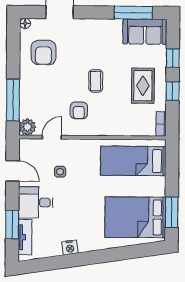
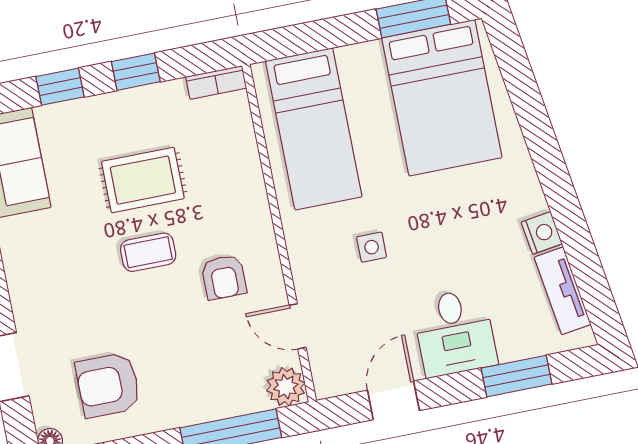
armchair: (43, 53) -> (108, 385), turned 180
rug: (143, 86) -> (143, 180), moved
armchair: (79, 110) -> (224, 277), turned 90
side table: (60, 172) -> (372, 247), moved
tv unit: (25, 237) -> (563, 291), moved, turned -98

